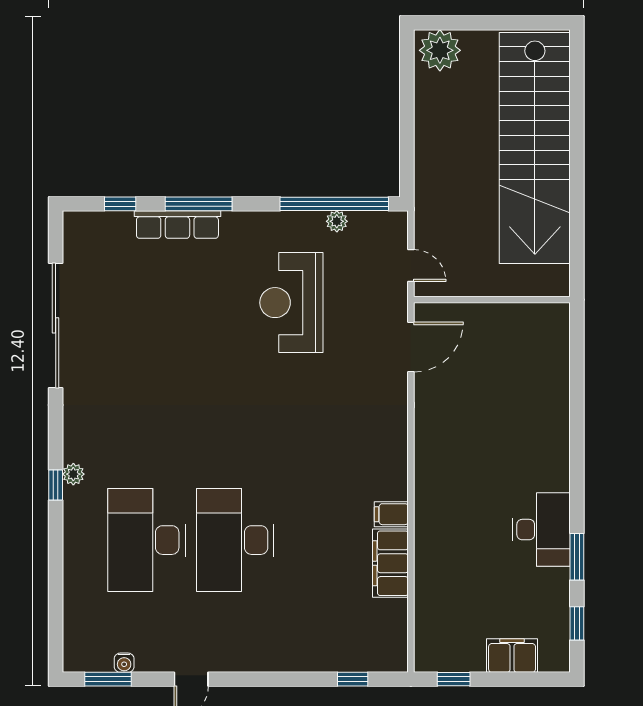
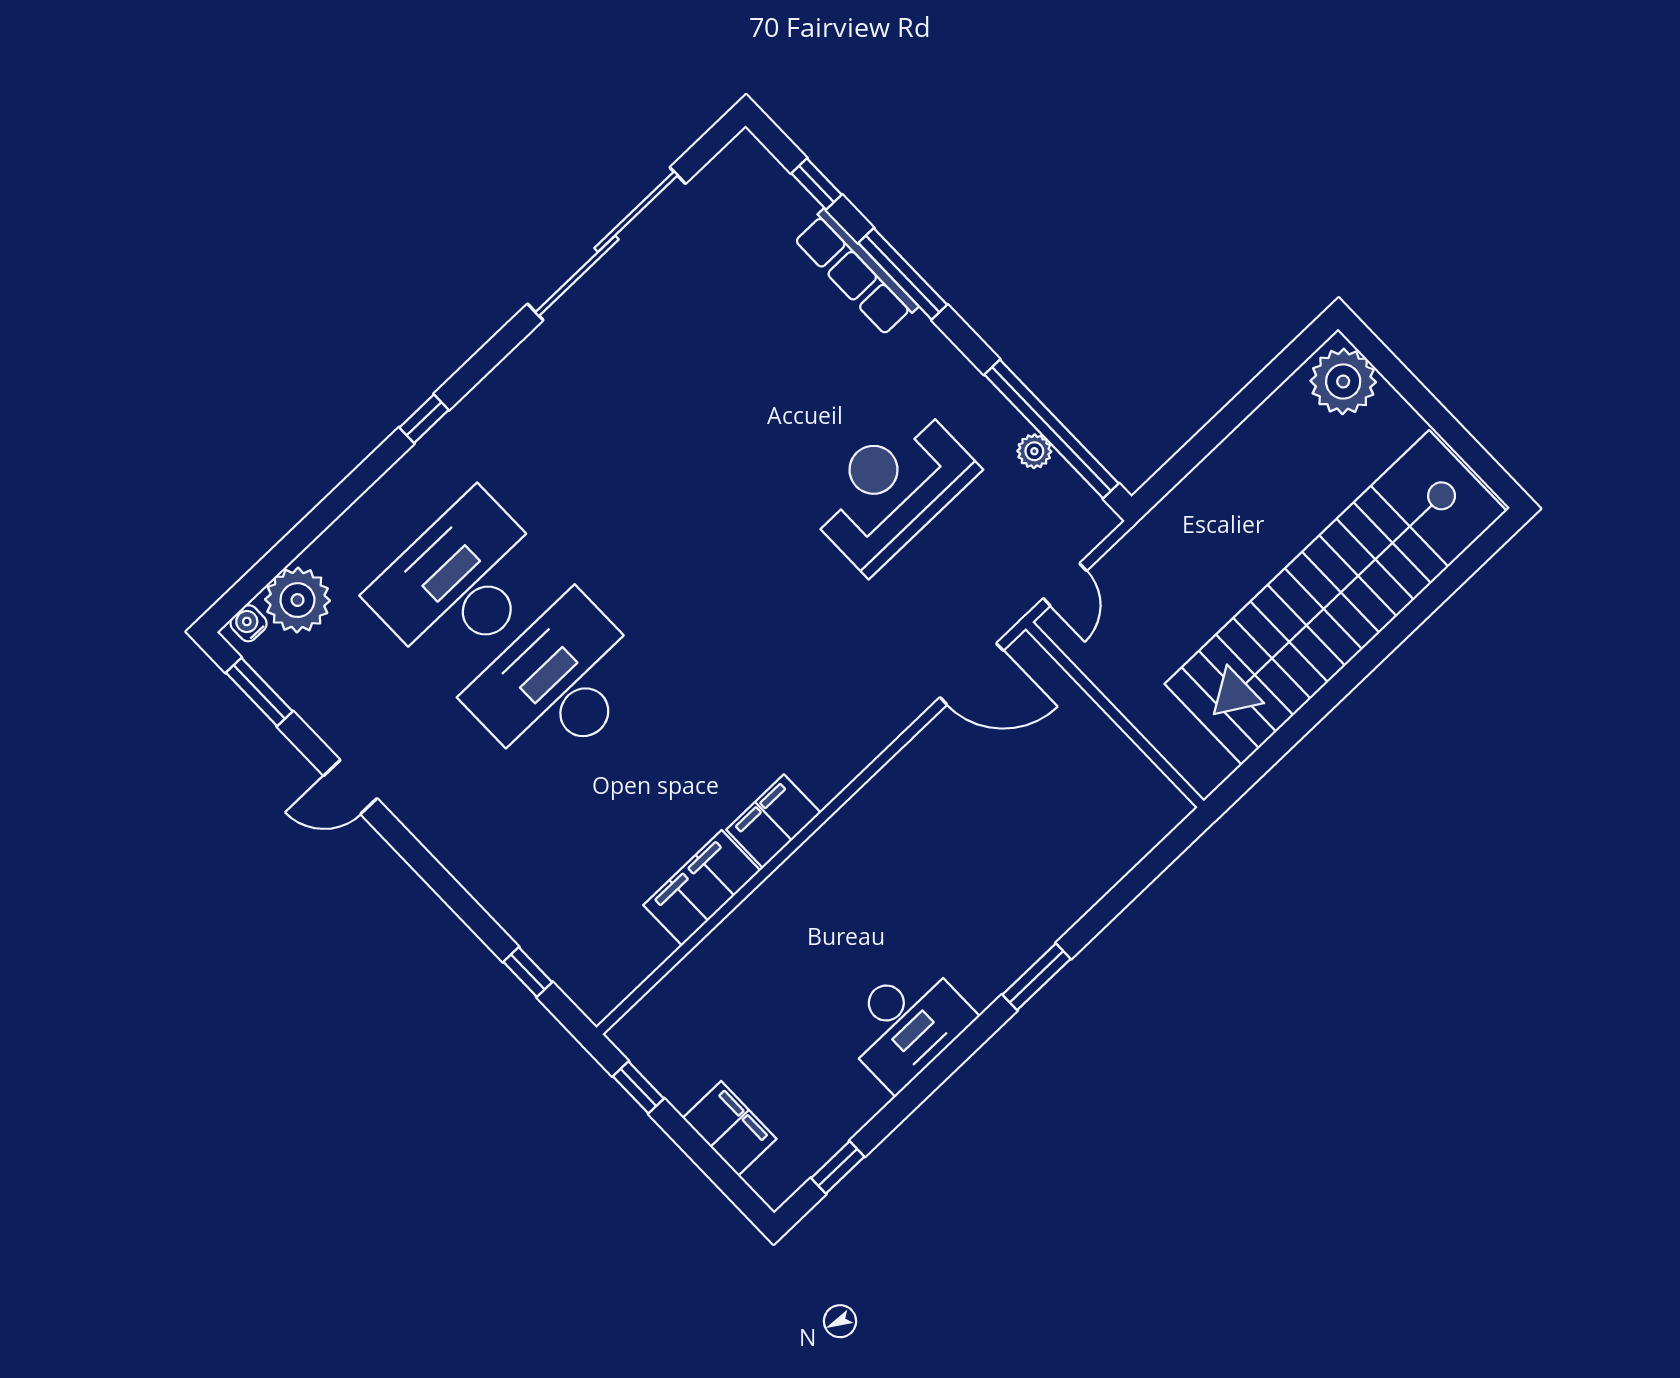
plant: (73, 474) -> (297, 600), moved, width x1.88, depth x1.88
filing cabinet: (391, 514) -> (773, 821), width x2.00
window: (577, 557) -> (1037, 977), moved
water cooler: (124, 663) -> (249, 623), moved, turned 90

